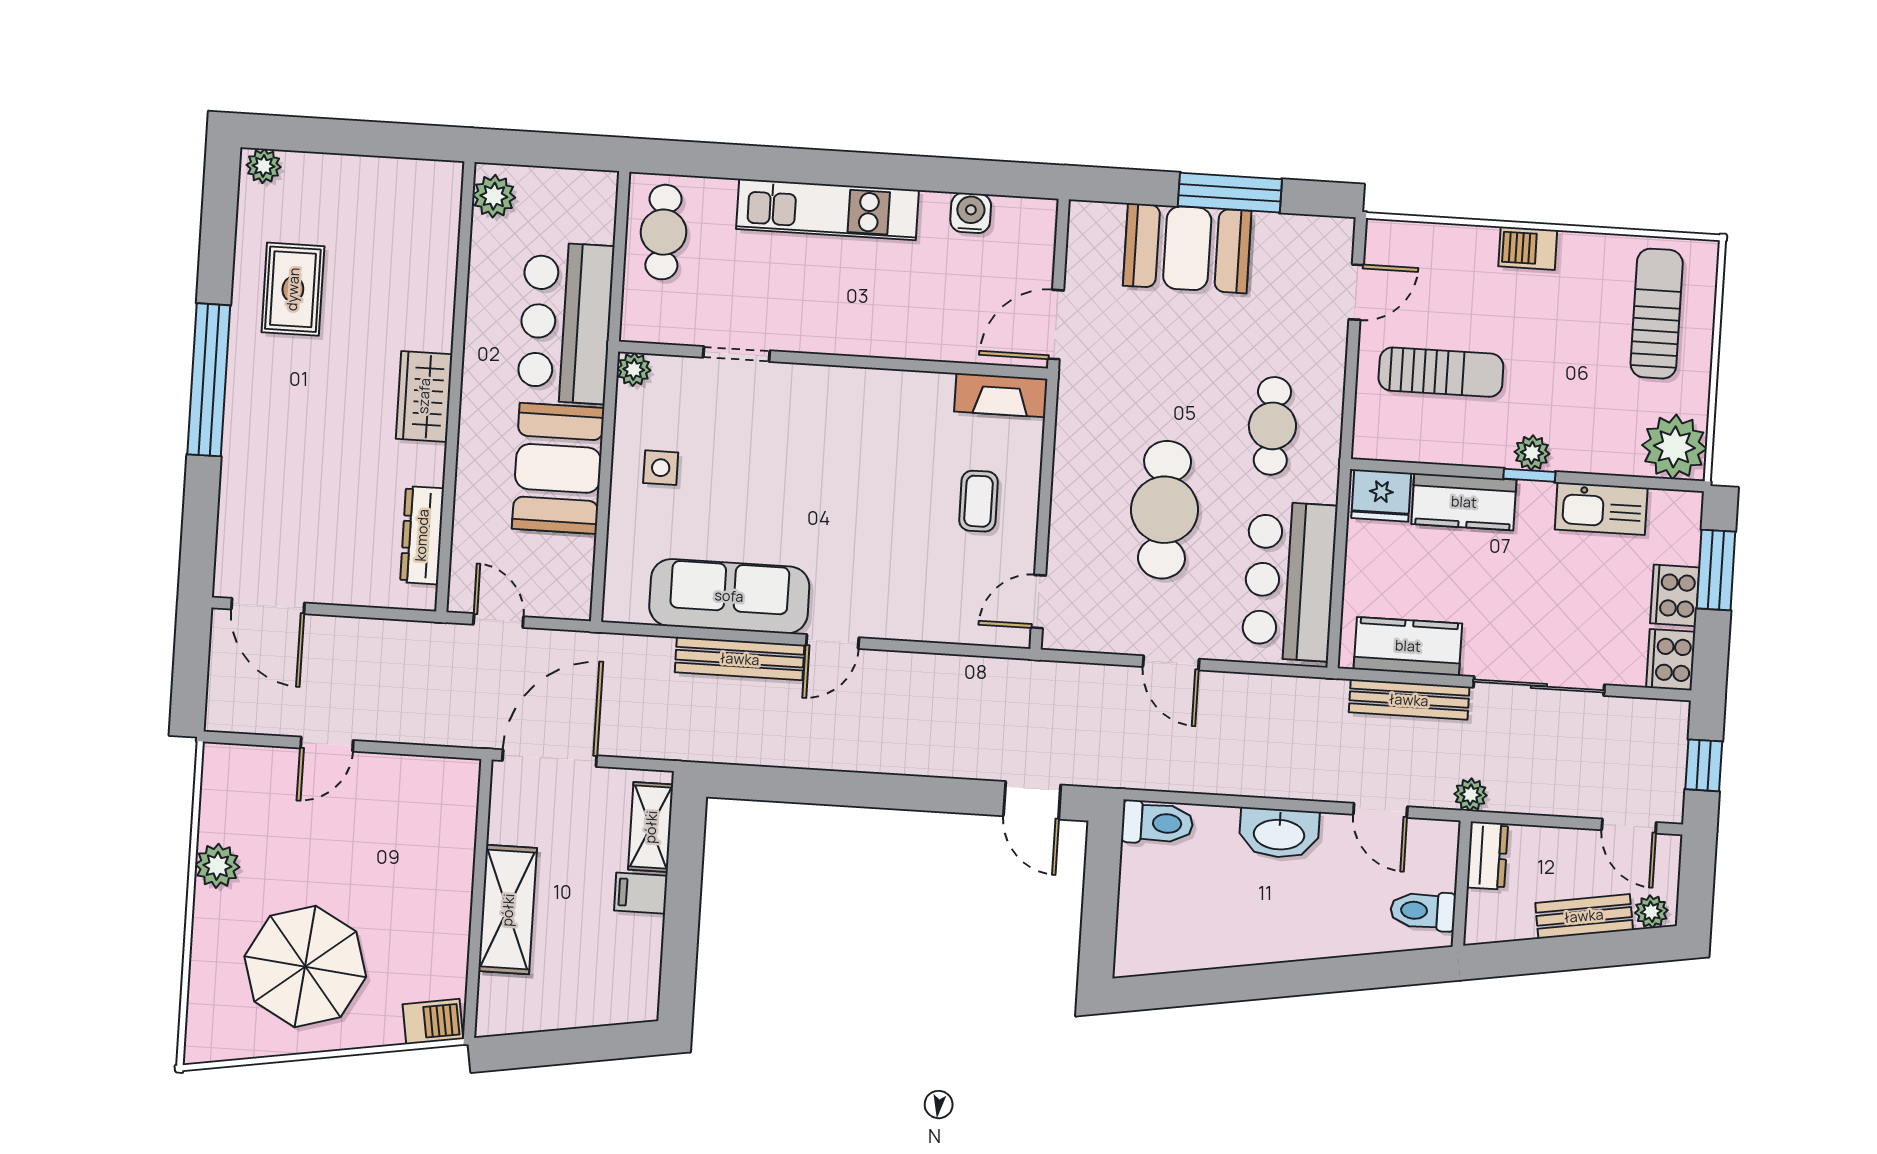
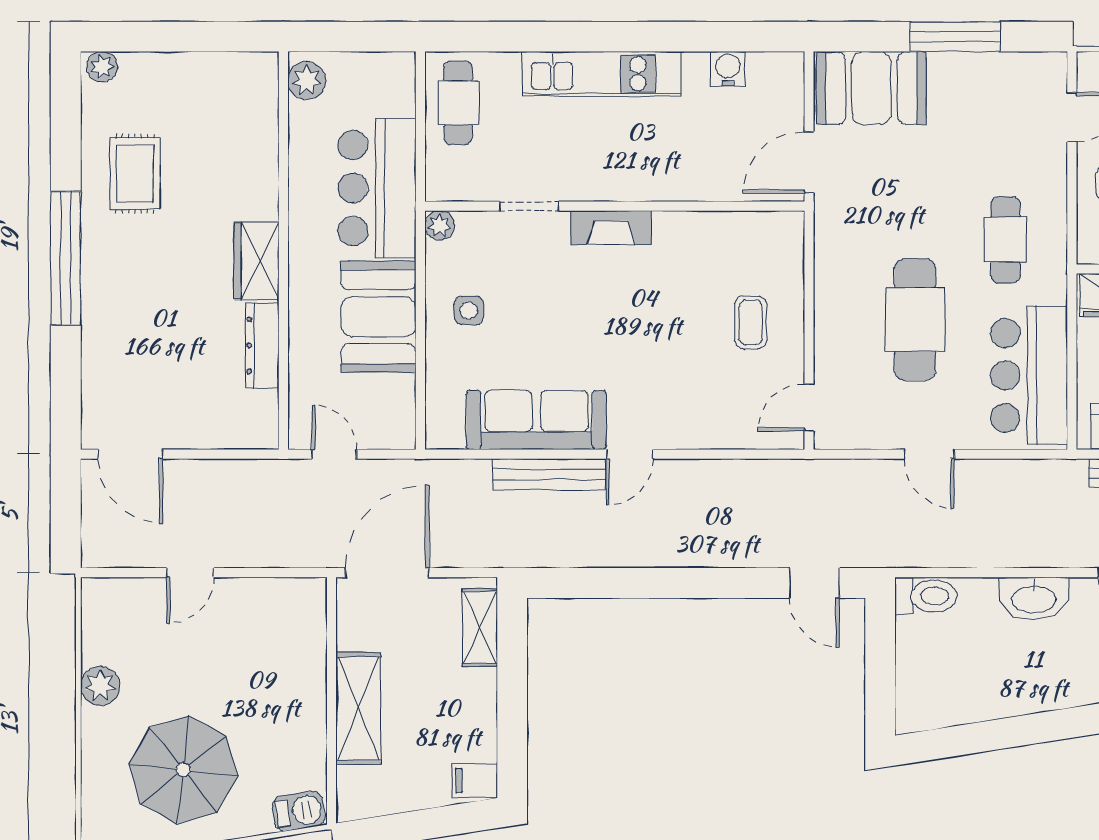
booth: (1187, 248) -> (871, 88), moved
fireplace: (1001, 395) -> (611, 228), moved
dresser: (422, 535) -> (262, 345), moved
filing cabinet: (641, 893) -> (475, 780), moved

